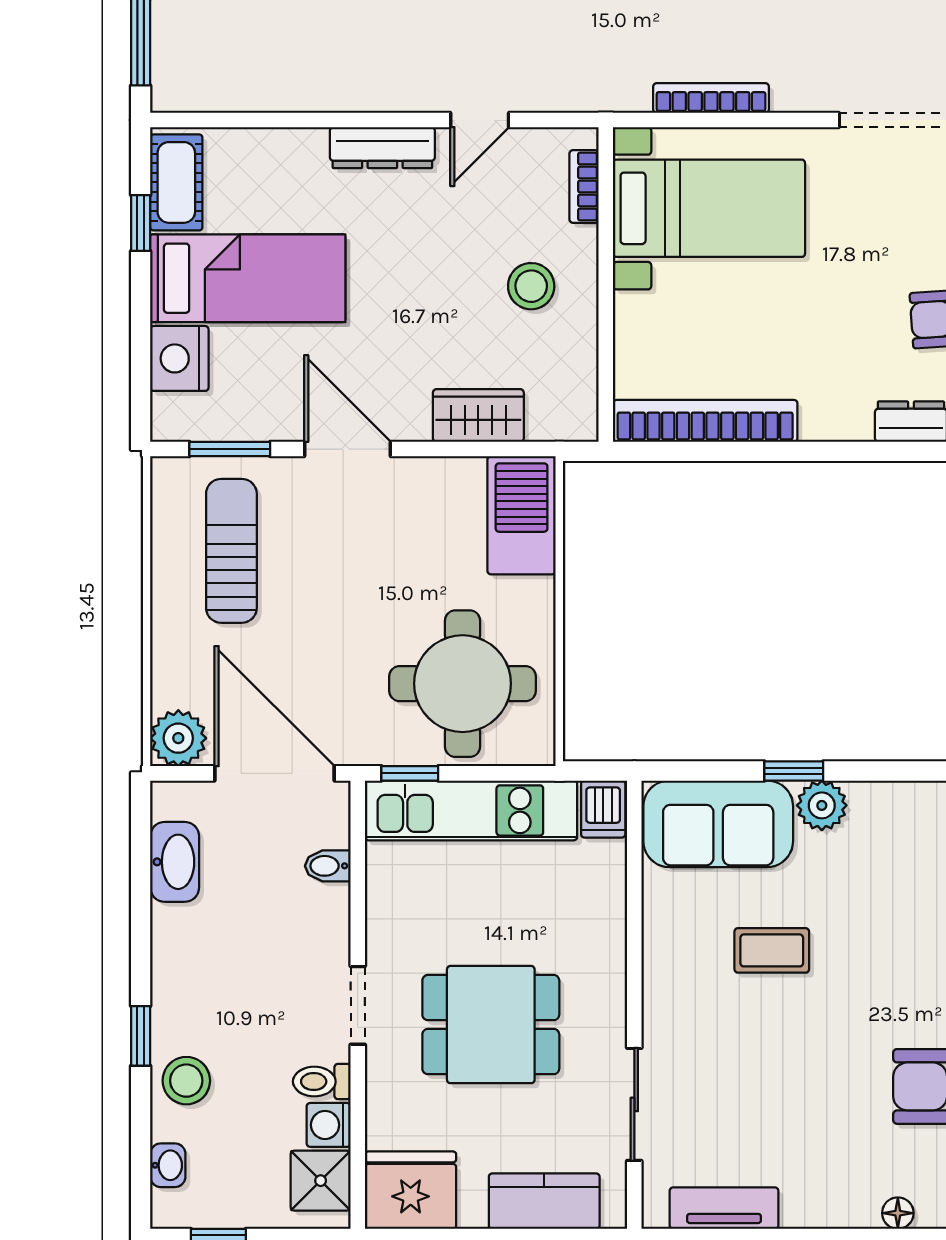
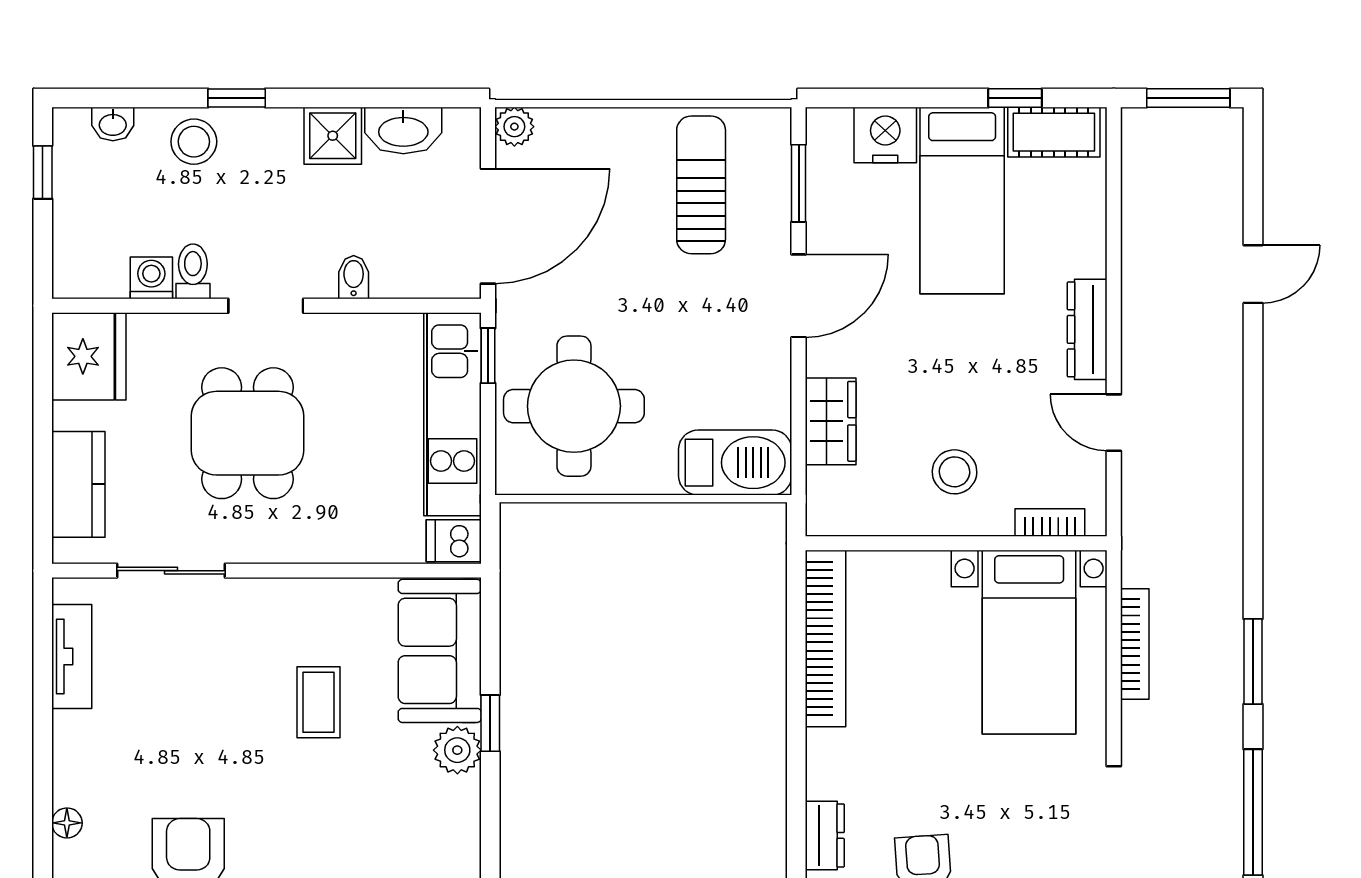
sun lounger: (231, 551) -> (701, 185), turned -90
plant: (178, 738) -> (514, 127), width x0.73, depth x0.73
bidet: (328, 866) -> (354, 277), moved
shower: (321, 1181) -> (333, 136), moved

